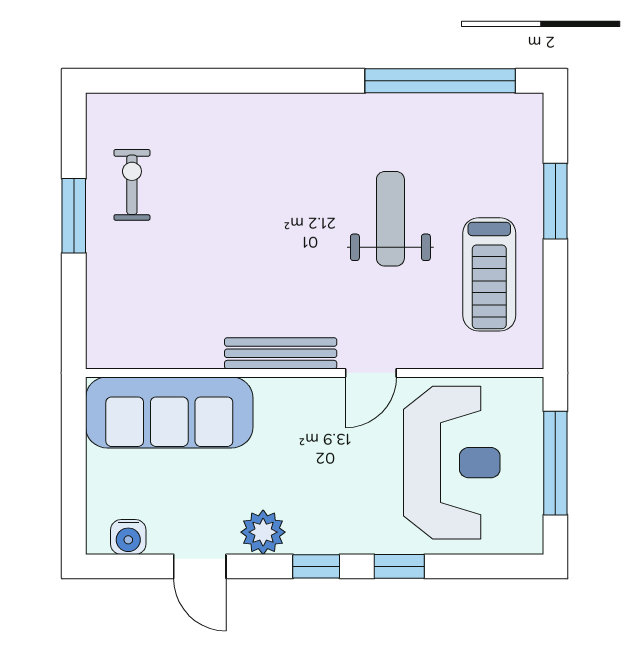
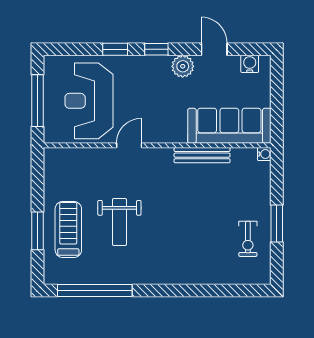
treadmill: (489, 274) -> (68, 229), moved
bench: (281, 353) -> (202, 155), moved
water cooler: (99, 356) -> (264, 154), added

